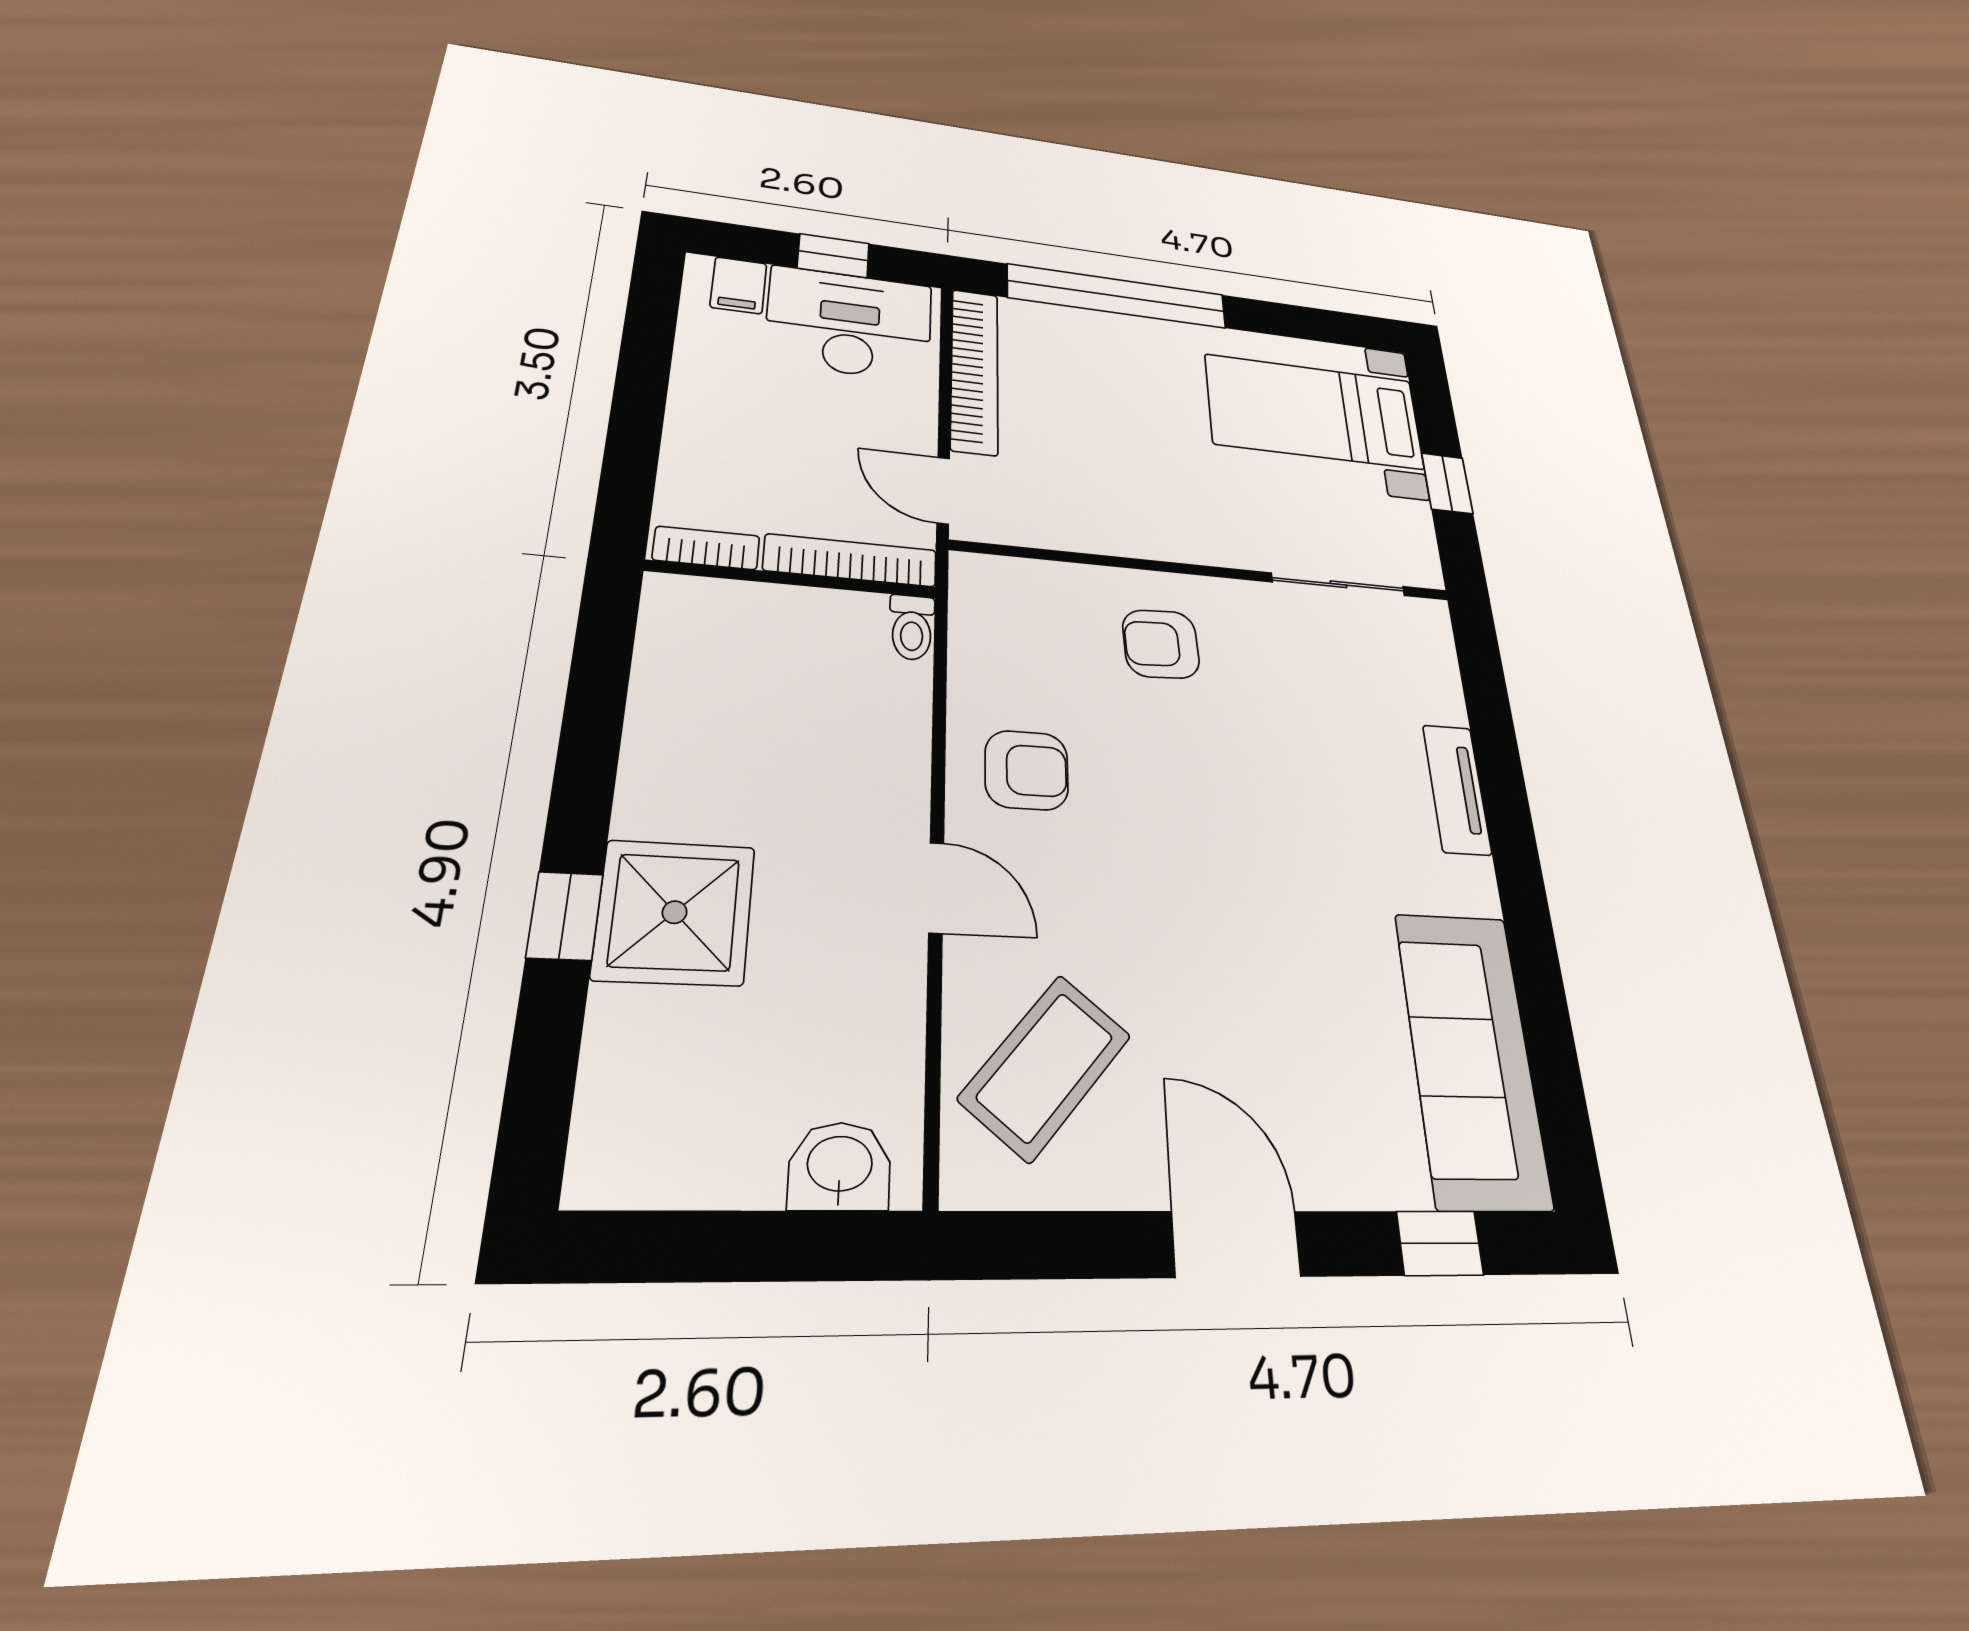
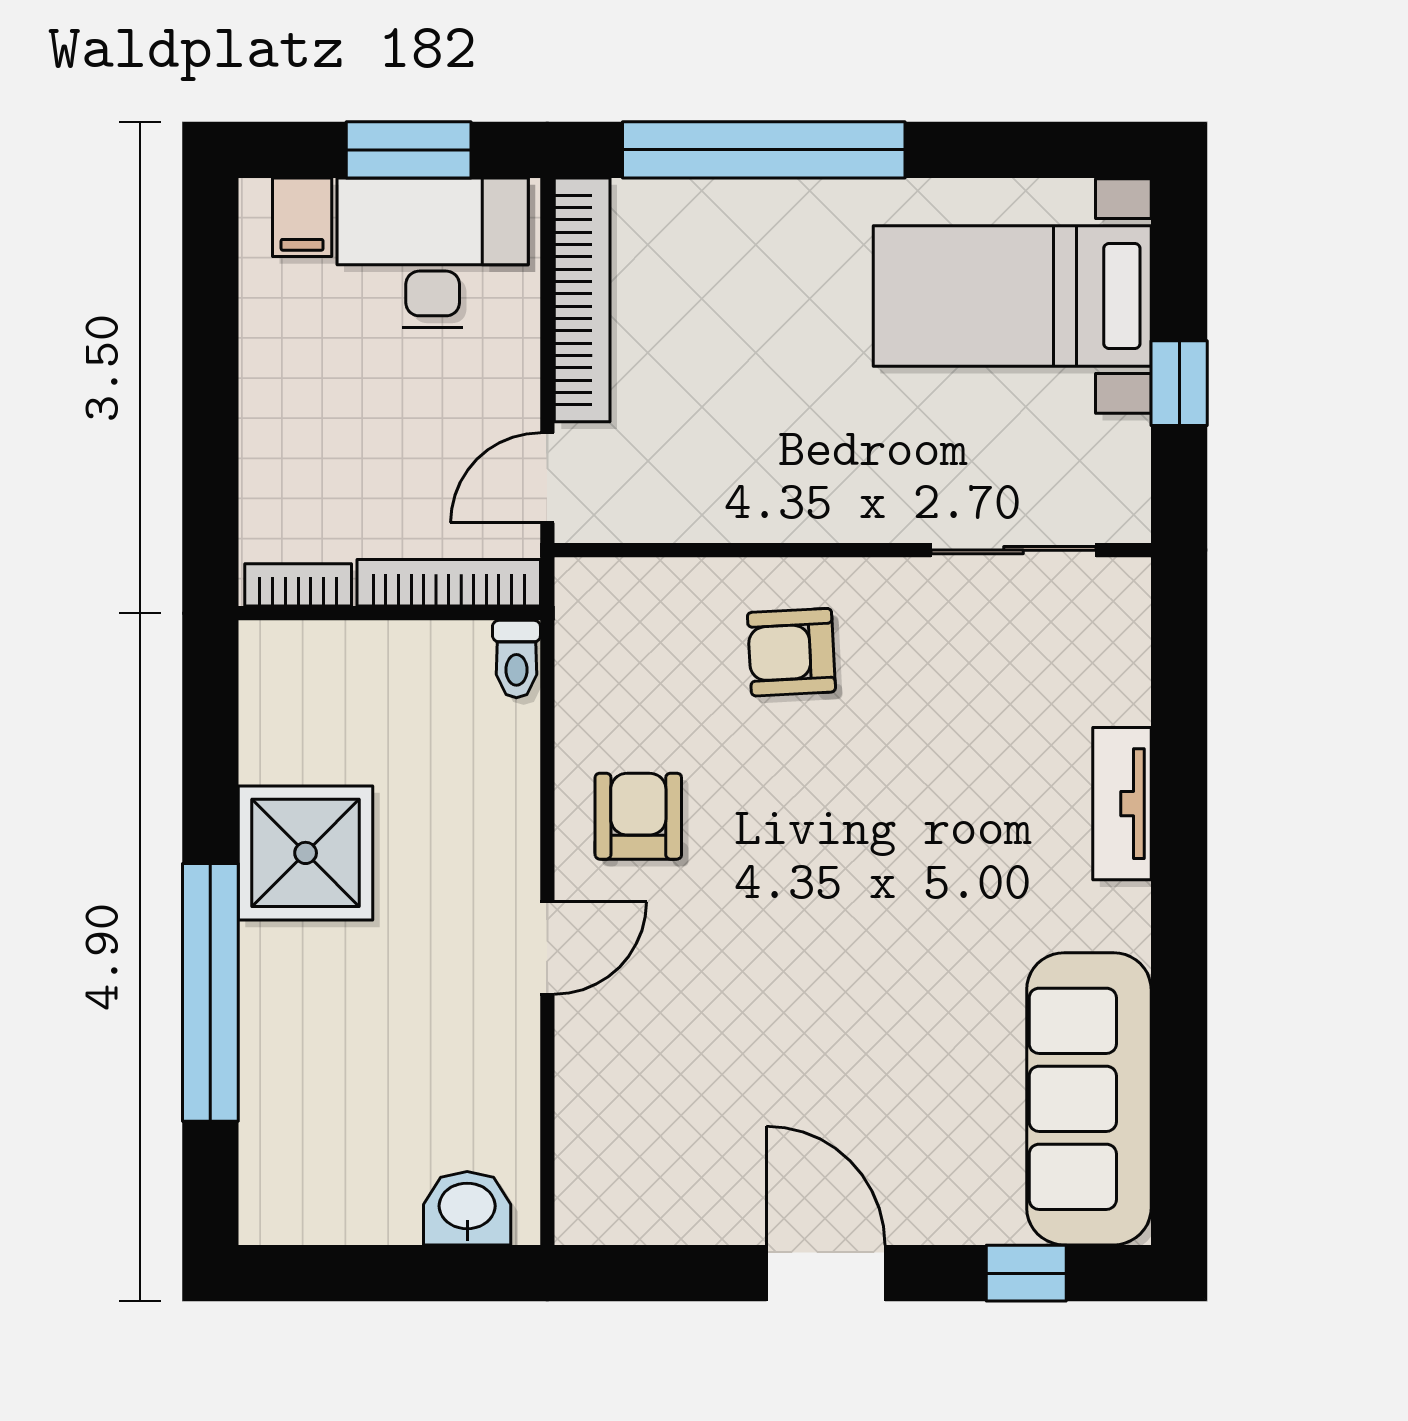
window: (833, 256) -> (409, 150), width x1.50
door: (943, 490) -> (547, 478), hinge flipped
armchair: (1027, 770) -> (638, 816), turned -90
door: (936, 888) -> (547, 948), hinge flipped
shower: (675, 912) -> (306, 853), moved
window: (565, 916) -> (210, 992), width x3.17
coffee table: (1045, 1067) -> (652, 1118), removed

